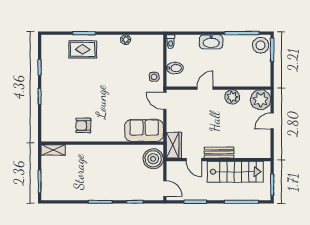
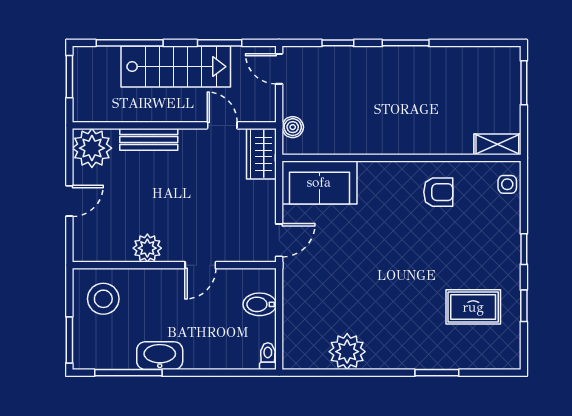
plant: (126, 40) -> (347, 352), width x1.87, depth x1.87
washbasin: (211, 42) -> (160, 356), moved
stool: (261, 45) -> (103, 299), moved
rug: (83, 49) -> (473, 307), moved
side table: (154, 77) -> (507, 184), moved
plant: (261, 100) -> (92, 148), moved
door: (165, 101) -> (279, 240), hinge flipped
bench: (219, 152) -> (149, 139), moved
boiler: (153, 159) -> (293, 127), width x0.54, depth x0.54
stairs: (235, 172) -> (176, 67), moved, turned 180

